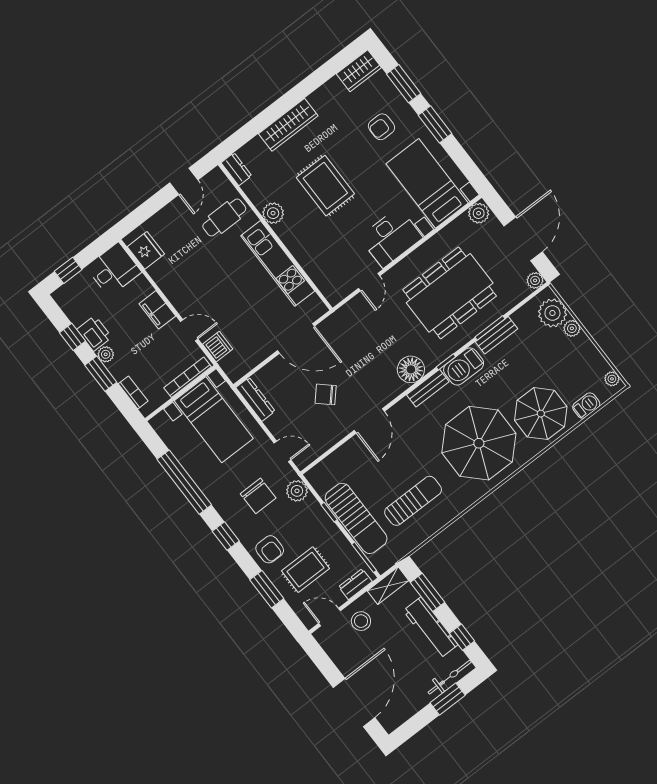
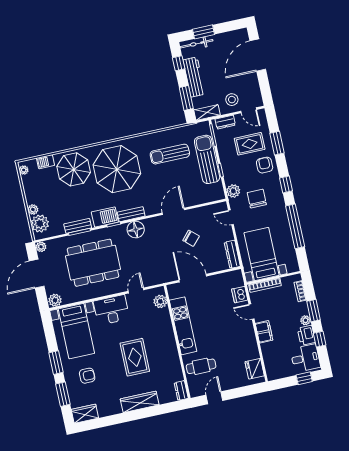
plant: (273, 213) -> (160, 301), moved
desk: (114, 270) -> (305, 358), moved, turned 180

